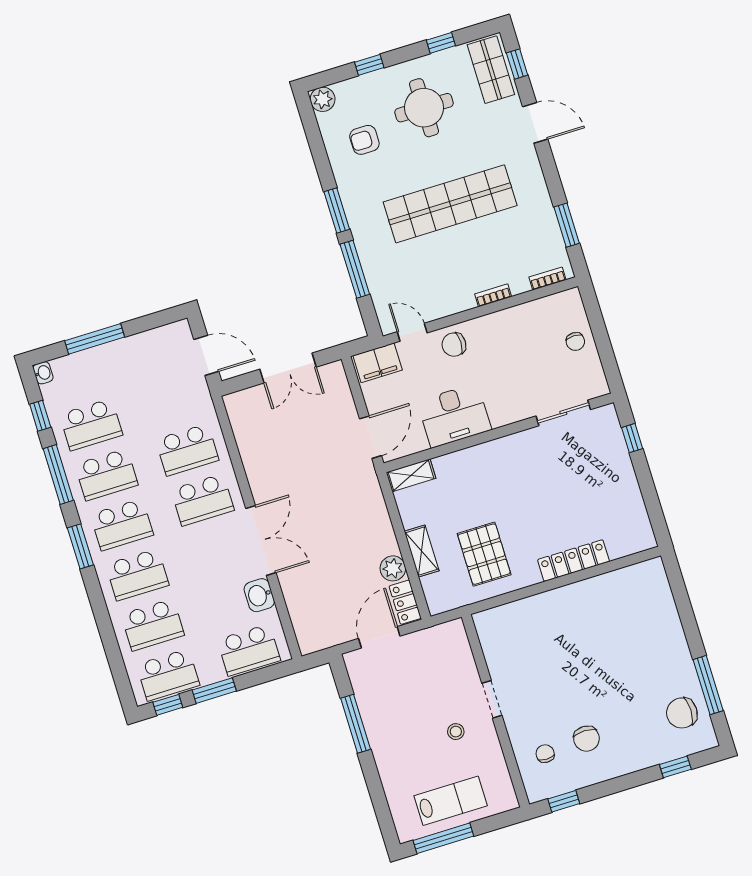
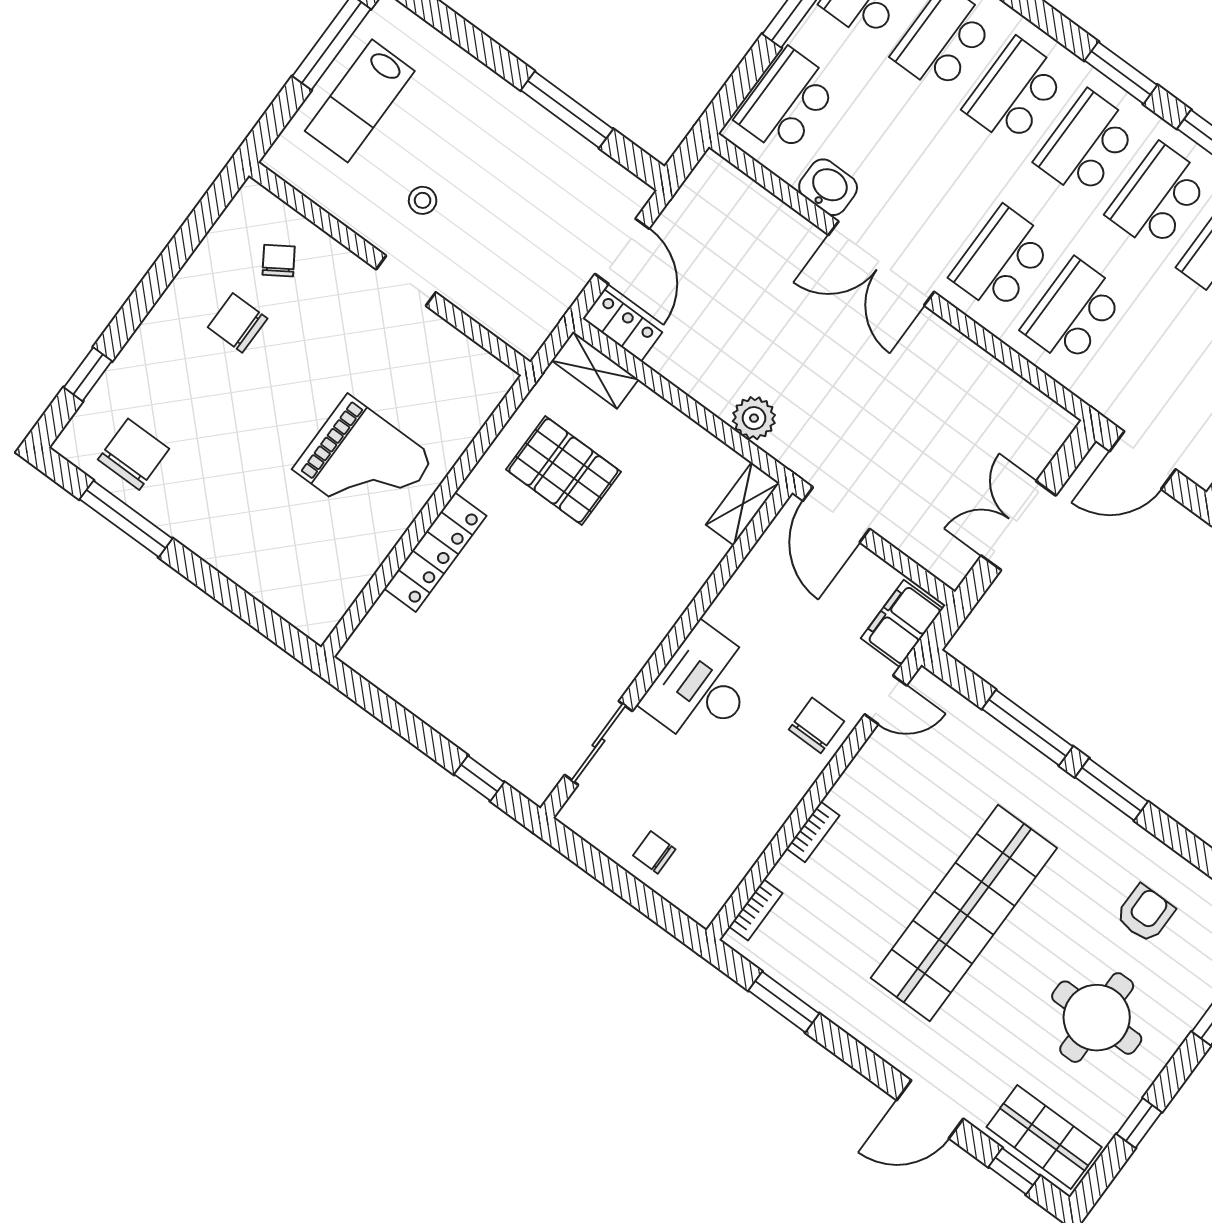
desk: (454, 415) -> (702, 687), moved
shelving: (422, 551) -> (595, 370), moved
plant: (393, 568) -> (754, 418), moved
grand piano: (576, 628) -> (364, 464), added
chair: (545, 754) -> (279, 261), turned -123
window: (564, 801) -> (205, 215), removed

